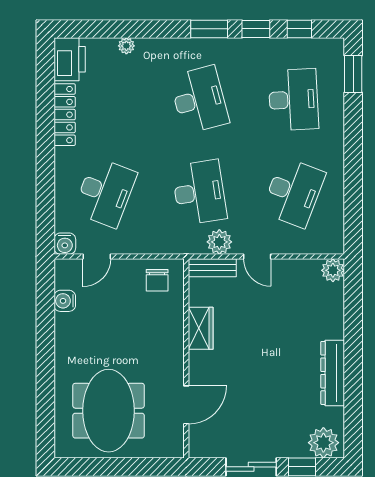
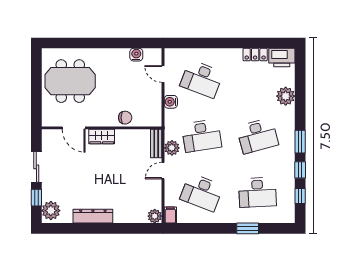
plant: (126, 46) -> (286, 96), width x1.87, depth x1.87
window: (353, 74) -> (248, 228), moved
locker: (65, 115) -> (255, 55), width x0.66
water cooler: (65, 244) -> (171, 102), moved
filing cabinet: (331, 244) -> (170, 215), added
chair: (157, 280) -> (125, 118), moved, turned 180
wardrobe: (201, 328) -> (102, 137), moved

